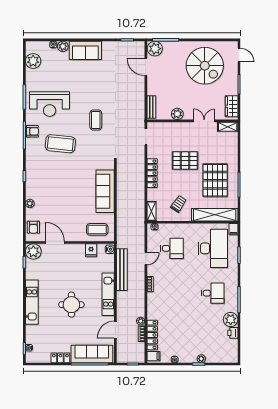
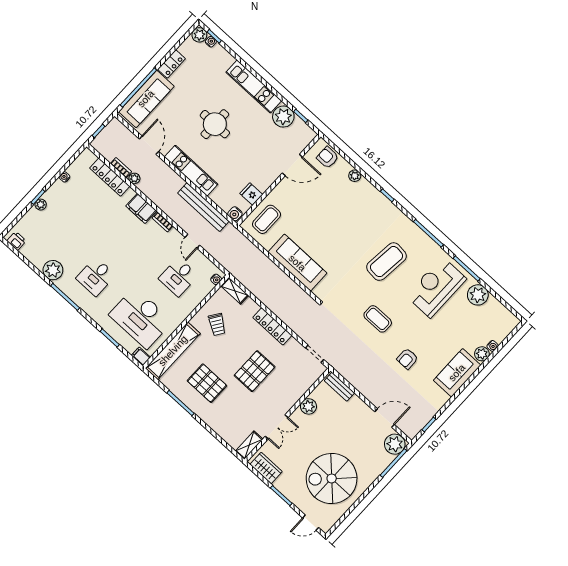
plant: (33, 61) -> (478, 295), moved
armchair: (32, 131) -> (407, 359), moved
pallet: (215, 180) -> (207, 383), width x0.73, depth x0.71
plant: (33, 251) -> (283, 117), moved
printer: (233, 333) -> (16, 241), moved
filing cabinet: (153, 356) -> (141, 208), moved, width x2.00
plant: (31, 357) -> (199, 35), added

